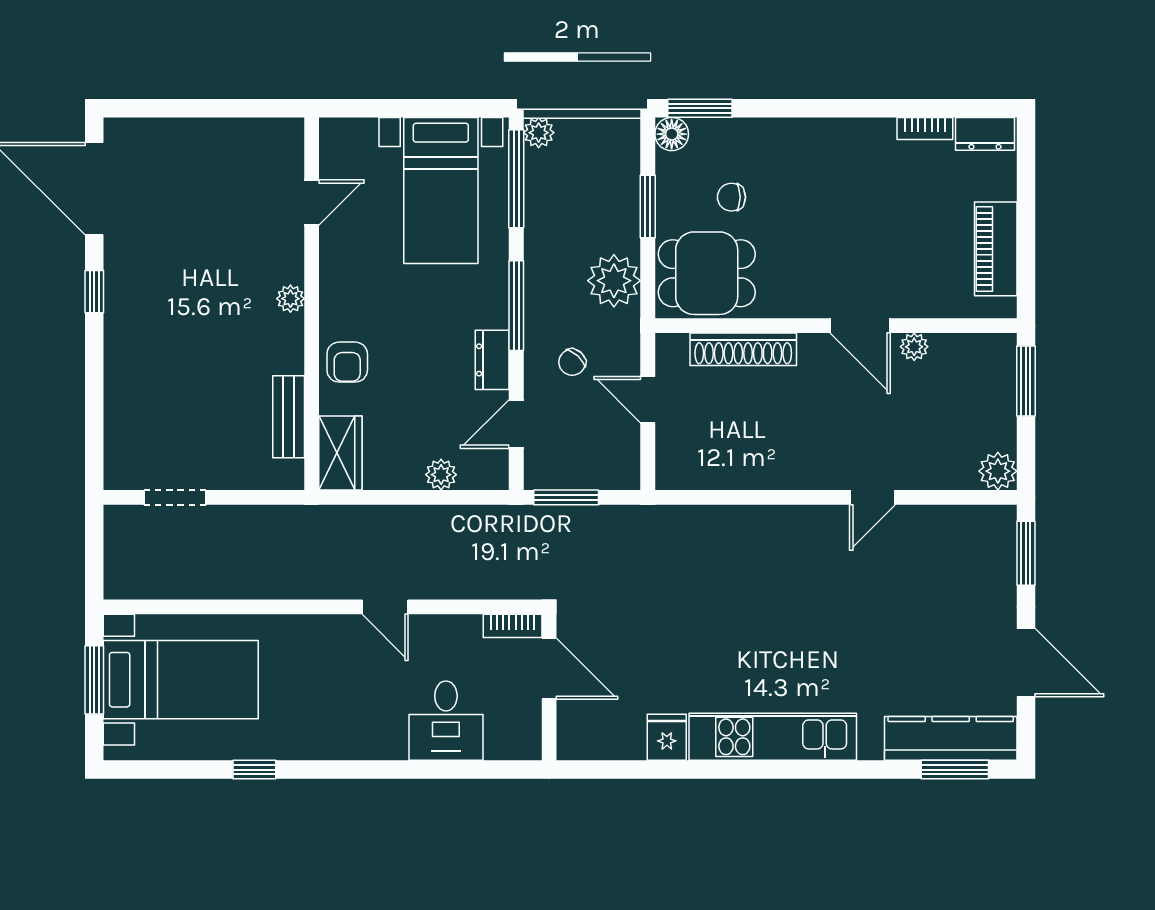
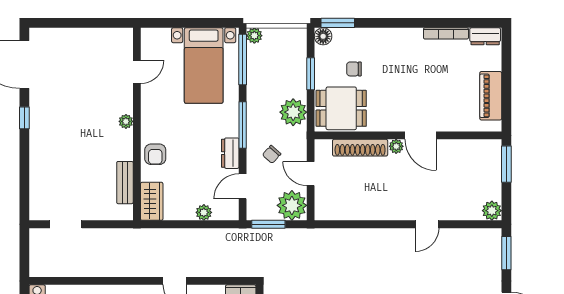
bookcase: (925, 128) -> (446, 33), width x1.56
plant: (914, 347) -> (396, 146), moved
plant: (611, 461) -> (292, 205), added

